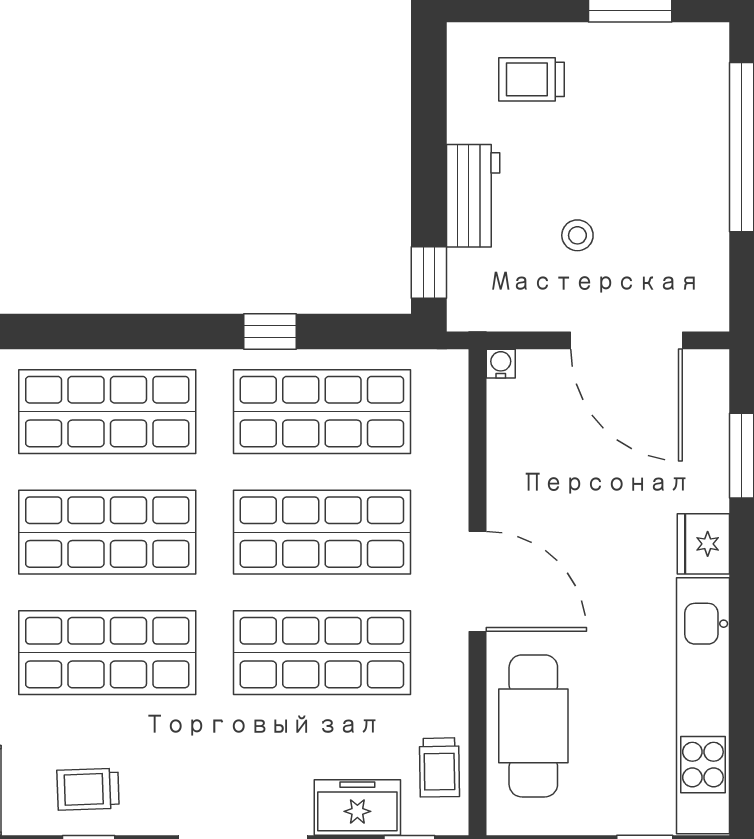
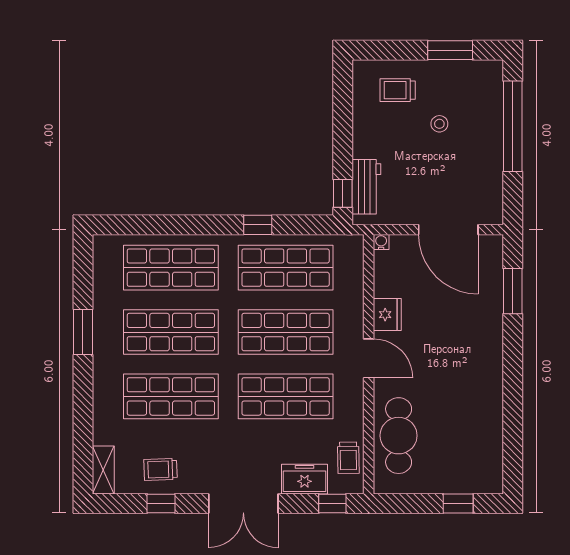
workbench: (473, 196) -> (366, 187), moved
stool: (577, 235) -> (439, 124), moved
fridge: (703, 544) -> (387, 315), moved, turned 180
door: (478, 581) -> (369, 358), width x0.73
kitchen unit: (703, 706) -> (489, 425), removed

